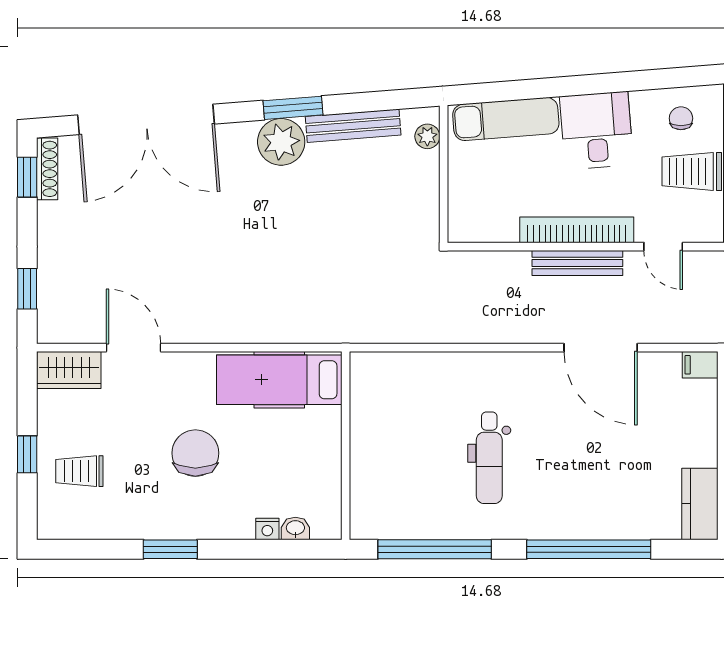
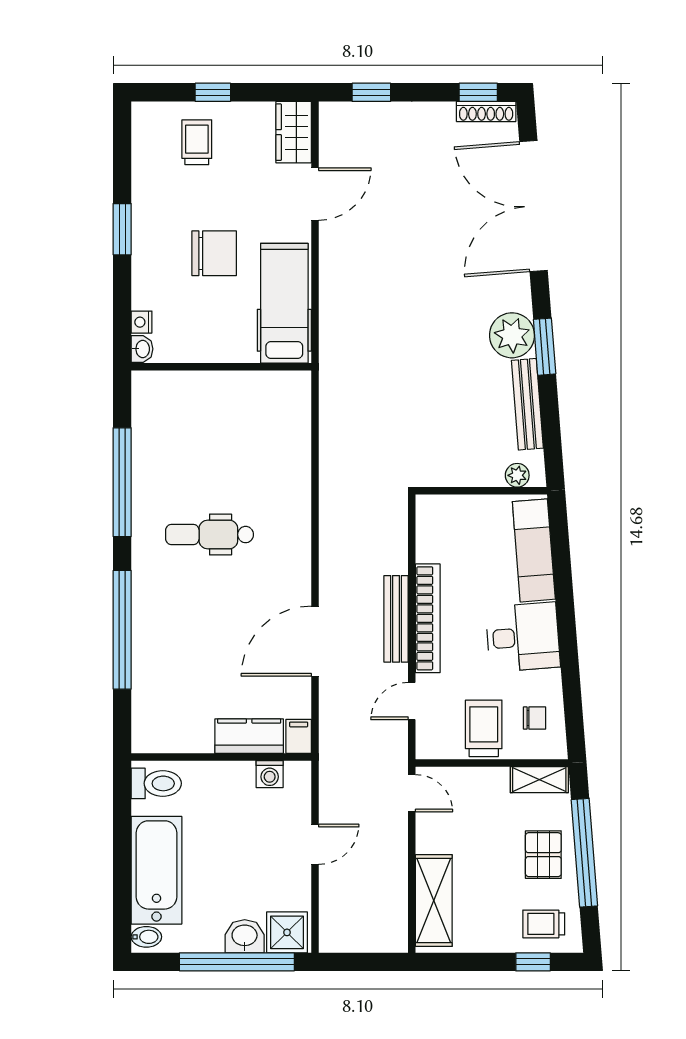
hospital bed: (279, 380) -> (284, 303), moved
wall: (346, 446) -> (221, 367), moved
kitchen counter: (700, 504) -> (249, 736), moved

